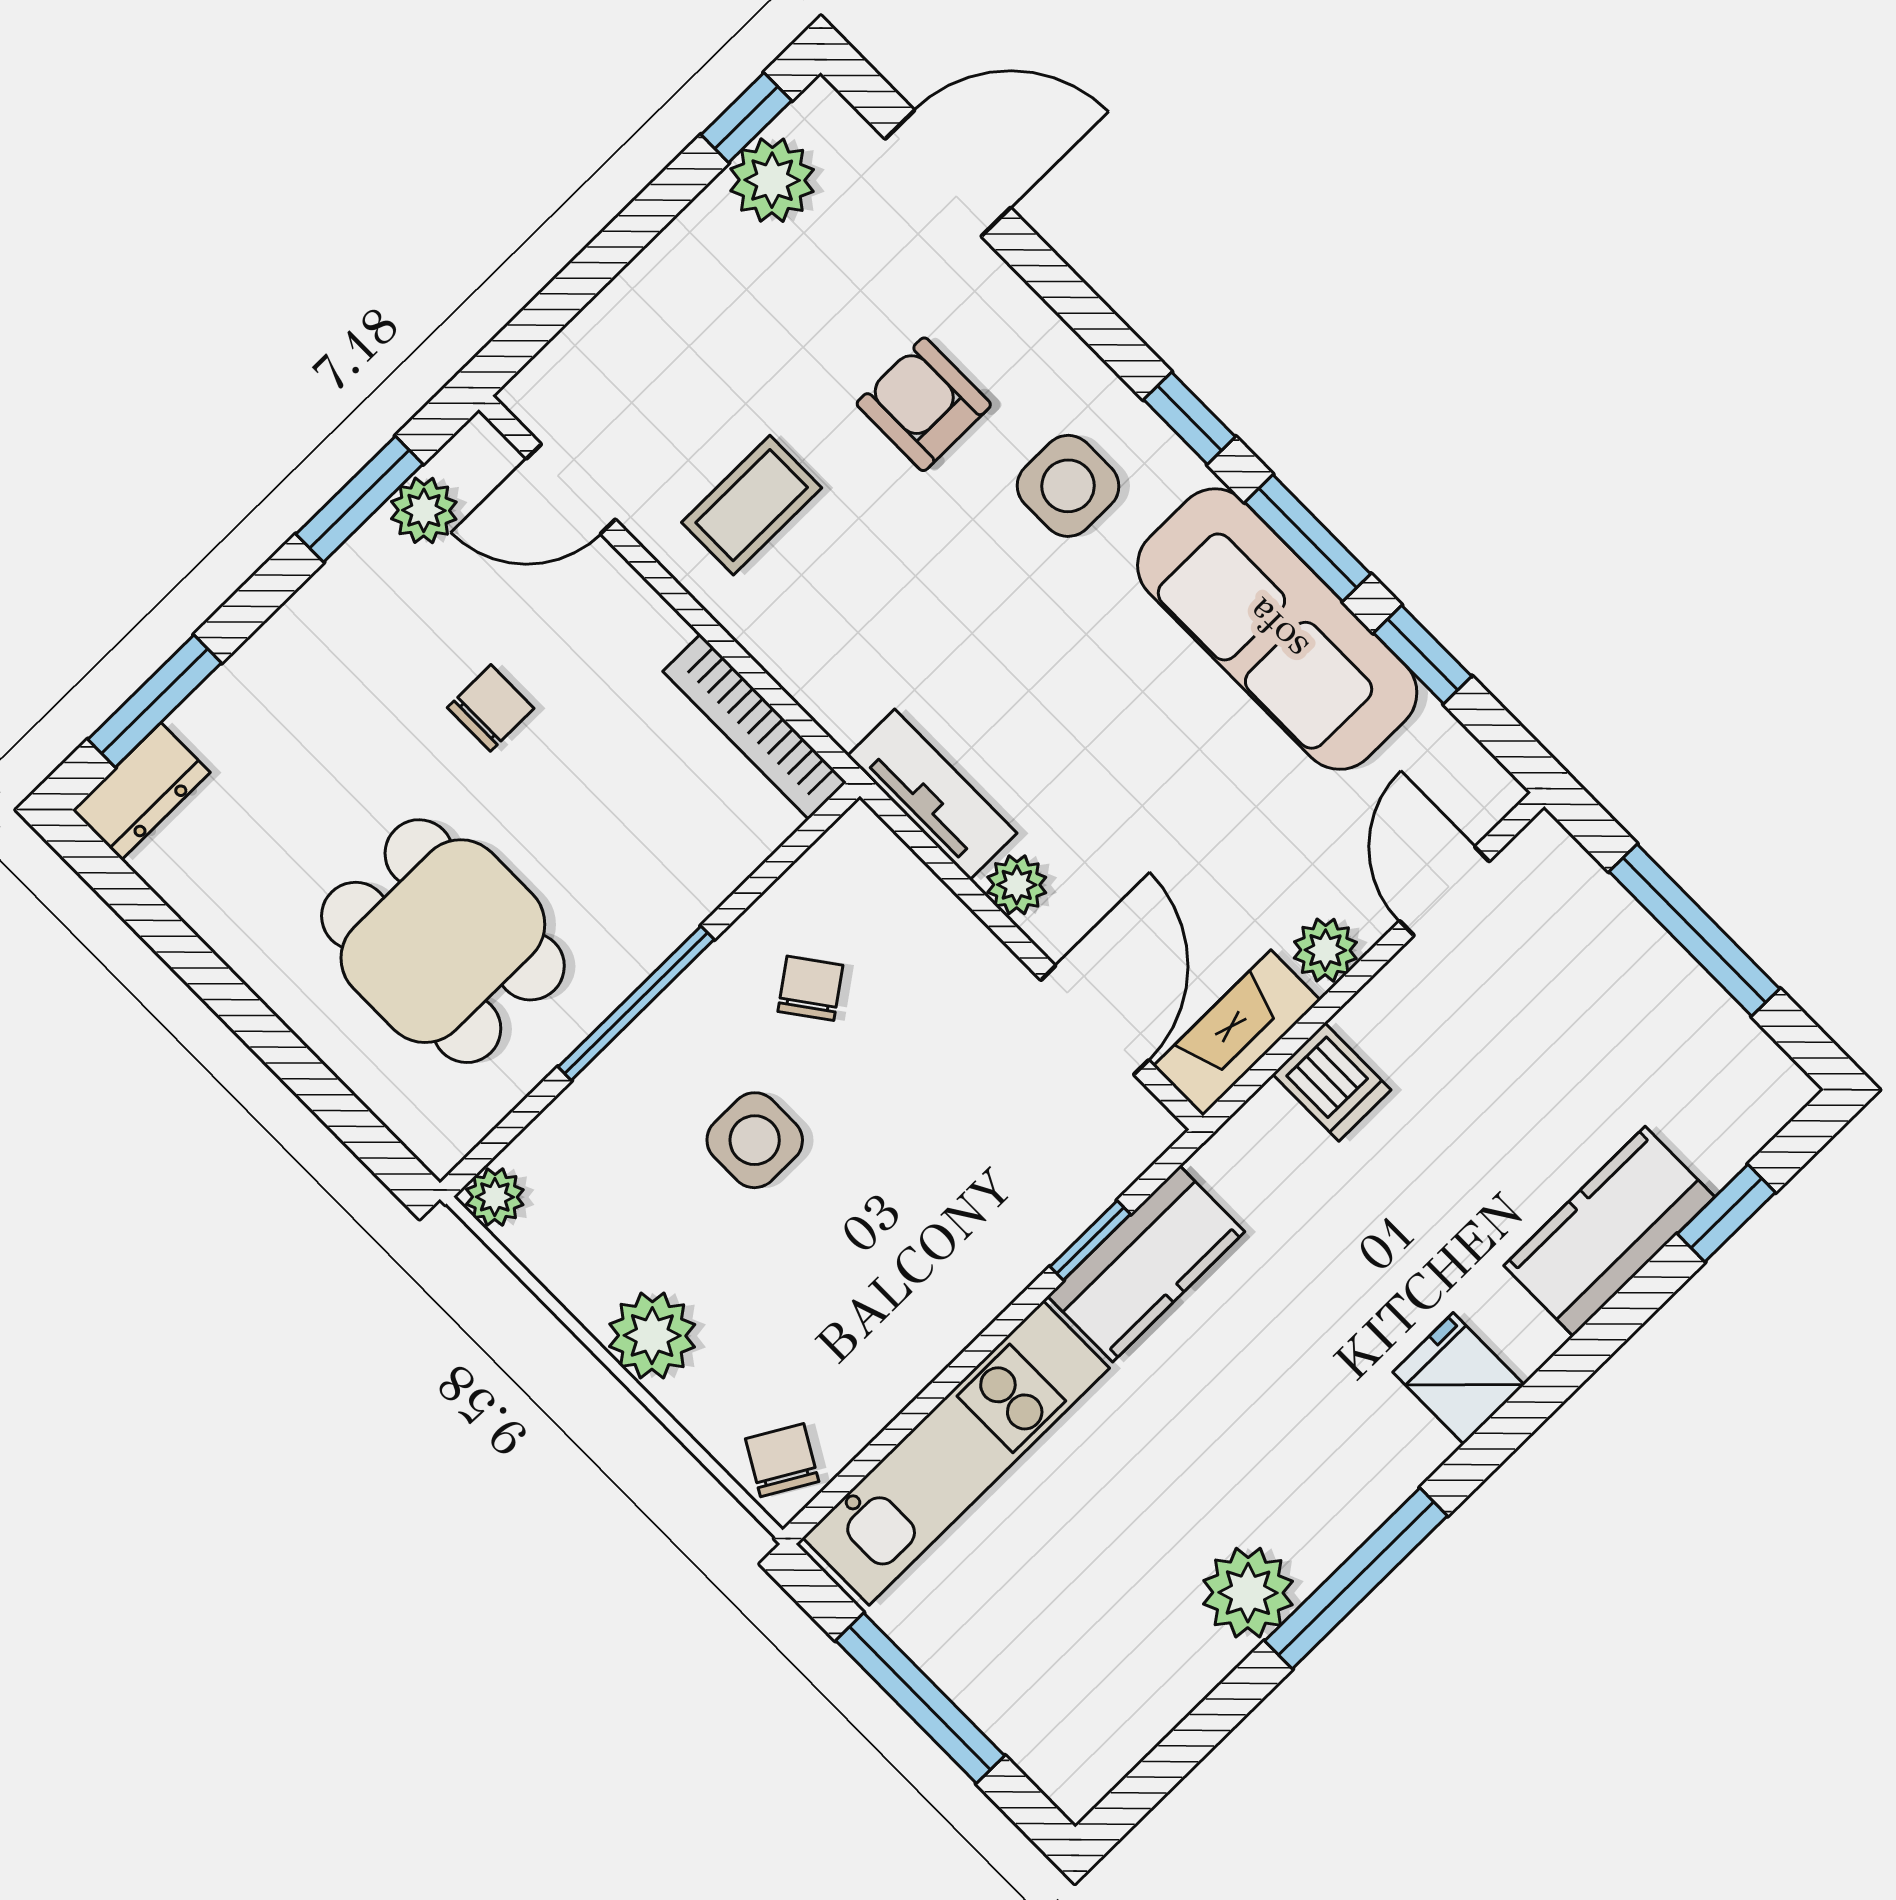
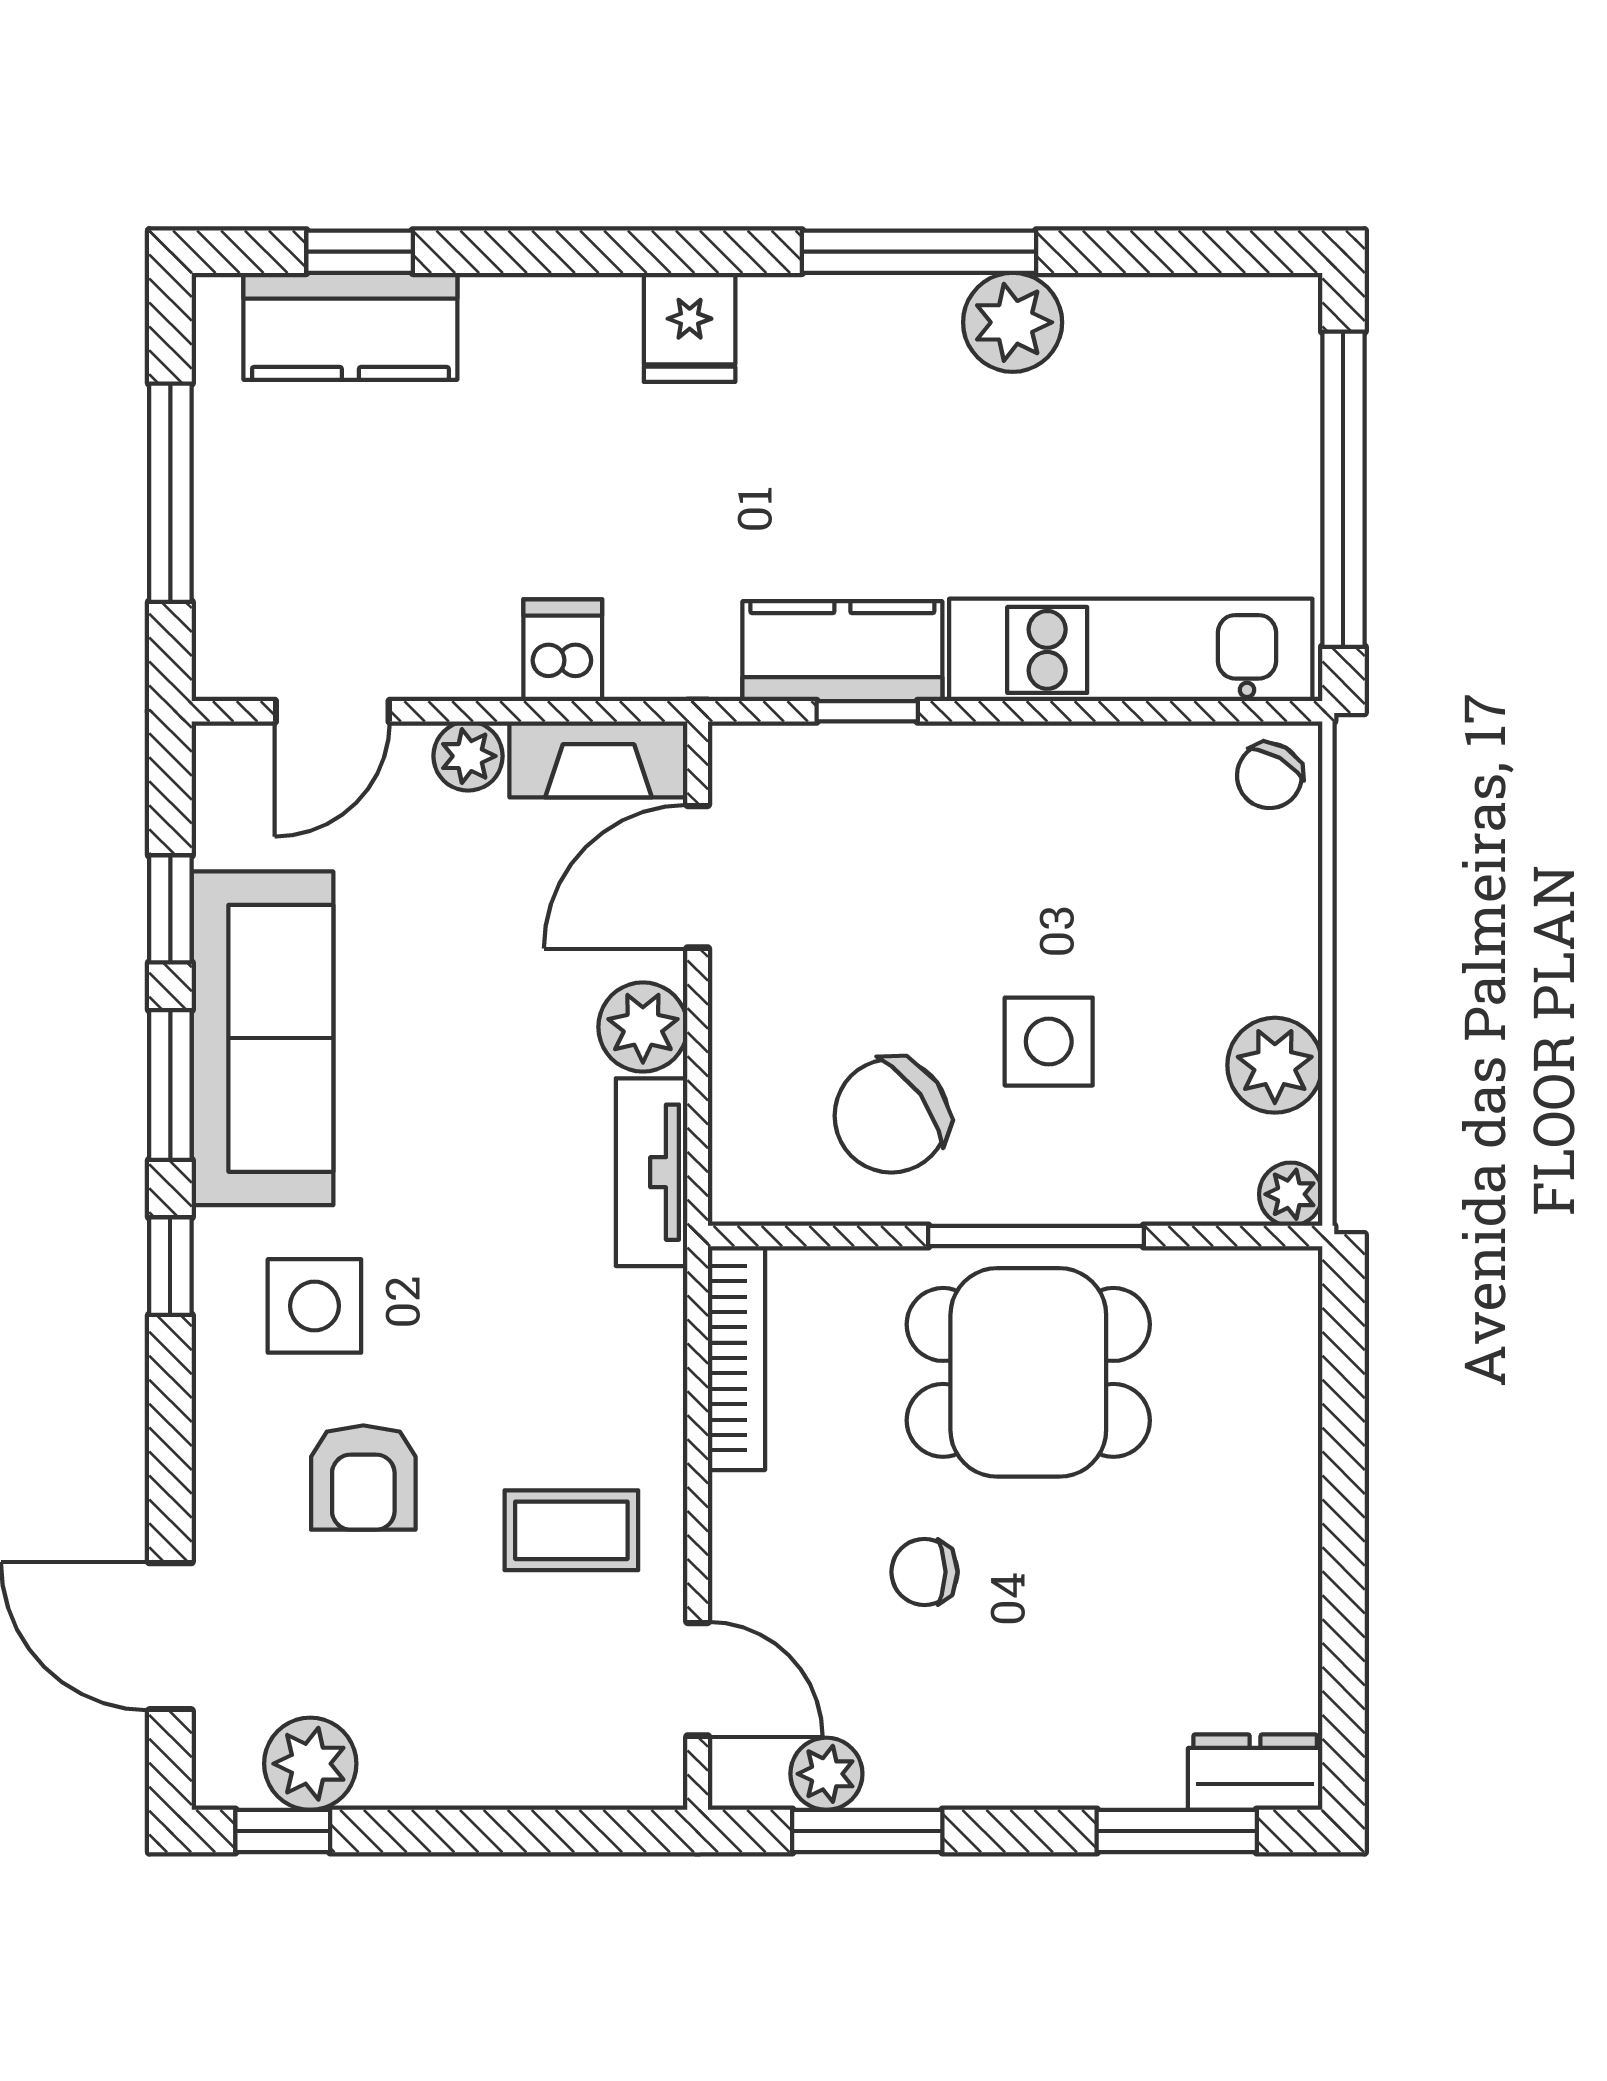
plant: (1017, 885) -> (643, 1027), width x1.38, depth x1.38
dining table: (443, 941) -> (1028, 1372), moved, turned 90
chair: (810, 988) -> (891, 1116), width x1.87, depth x1.87
kitchen counter: (1609, 1231) -> (350, 326), moved
plant: (652, 1336) -> (1275, 1065), moved
window: (920, 1698) -> (1343, 489), width x1.46

